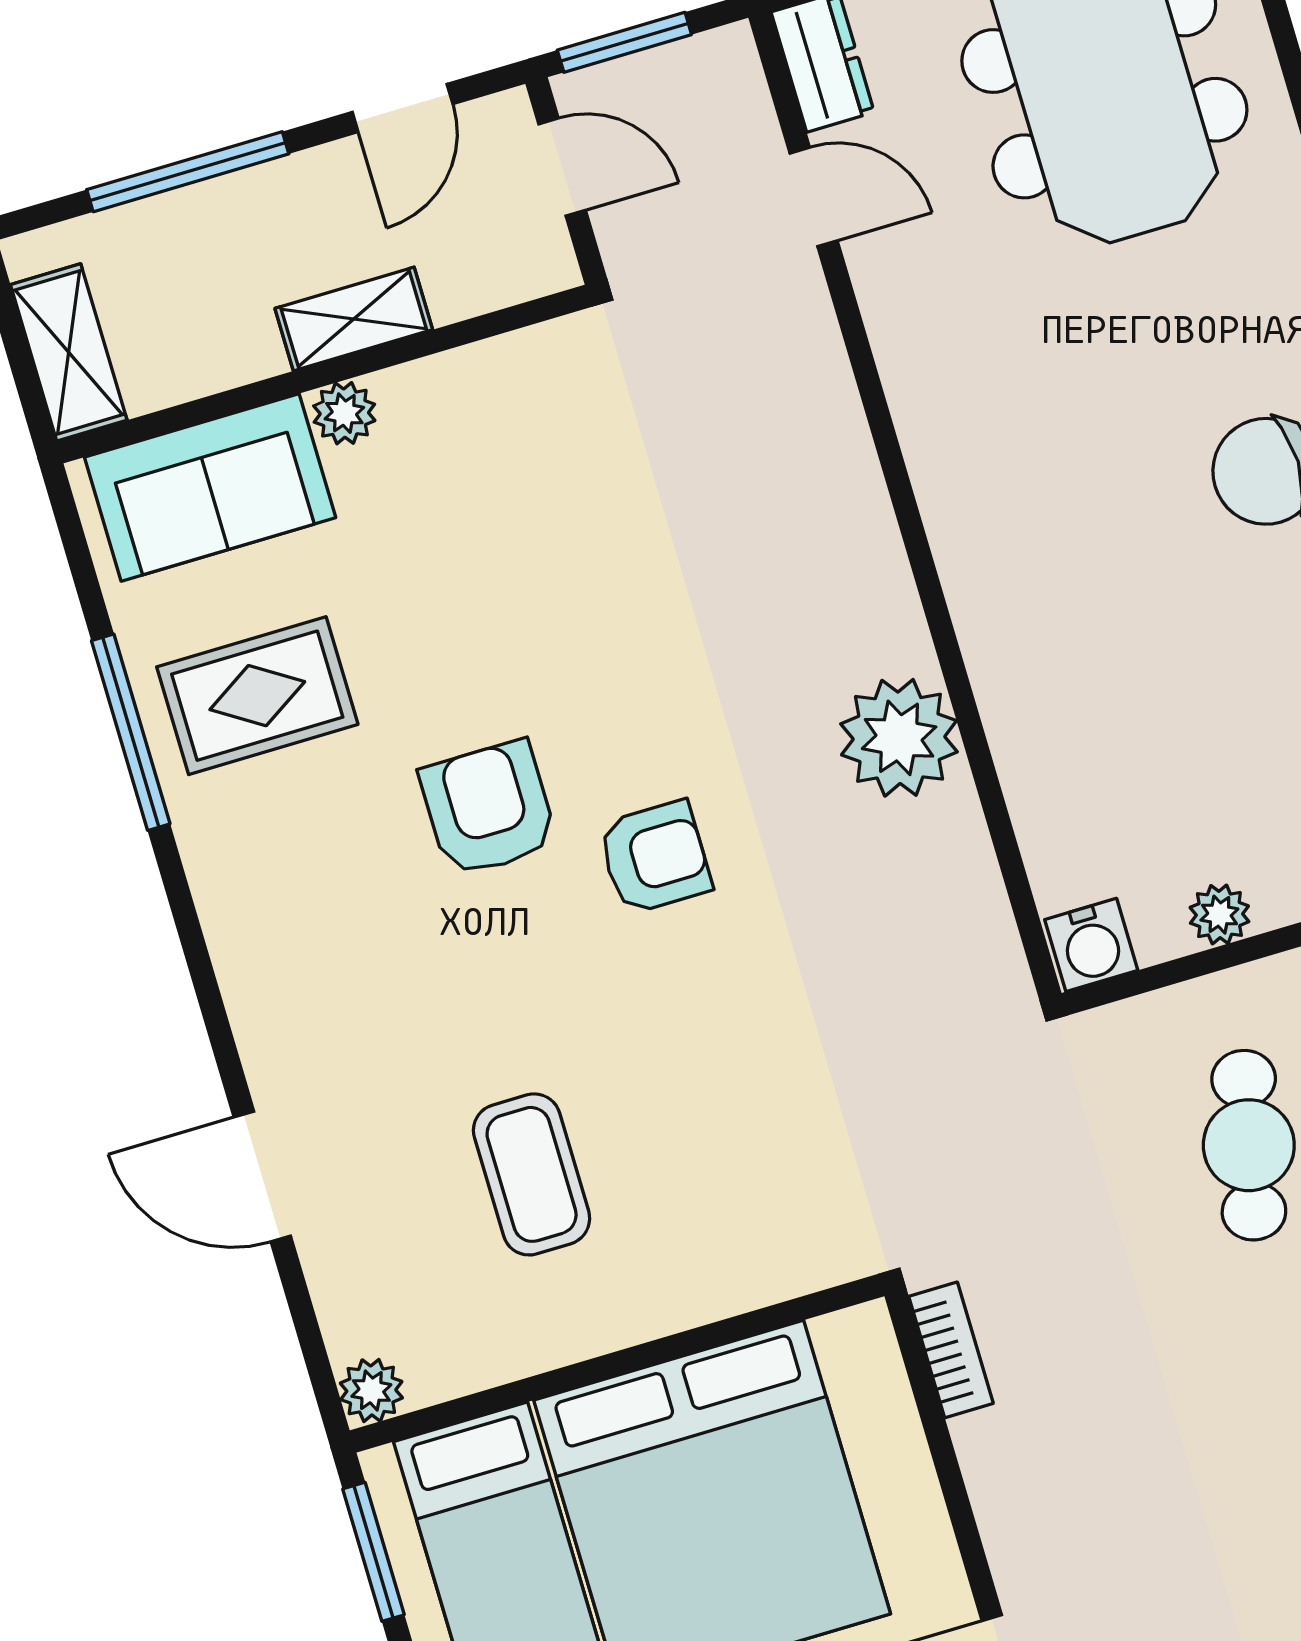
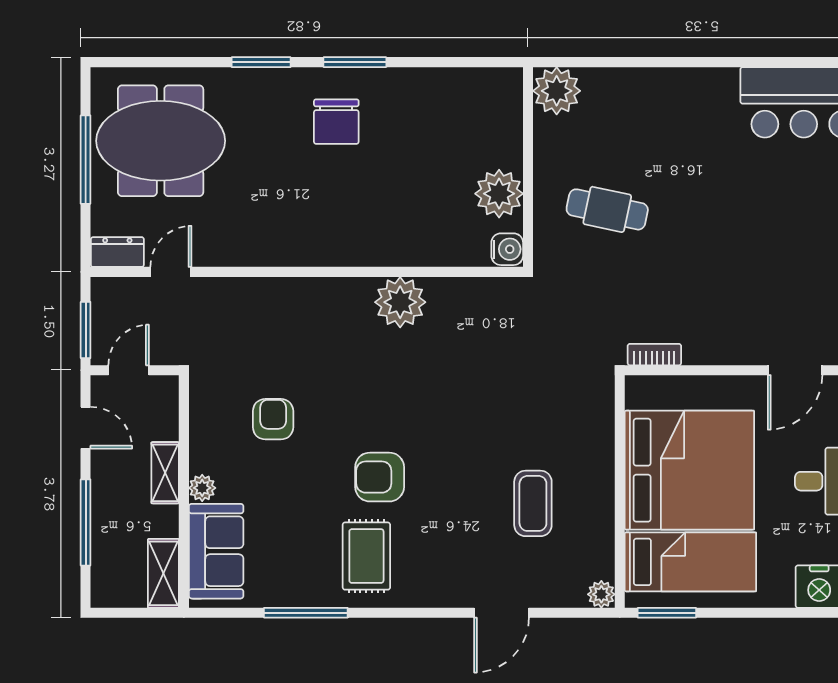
shelving: (69, 352) -> (163, 573), moved, turned 90
rug: (257, 696) -> (366, 556), moved
armchair: (655, 857) -> (273, 419), moved
plant: (1219, 915) -> (499, 194), width x1.87, depth x1.87
coffee table: (532, 1174) -> (533, 503), turned 90

